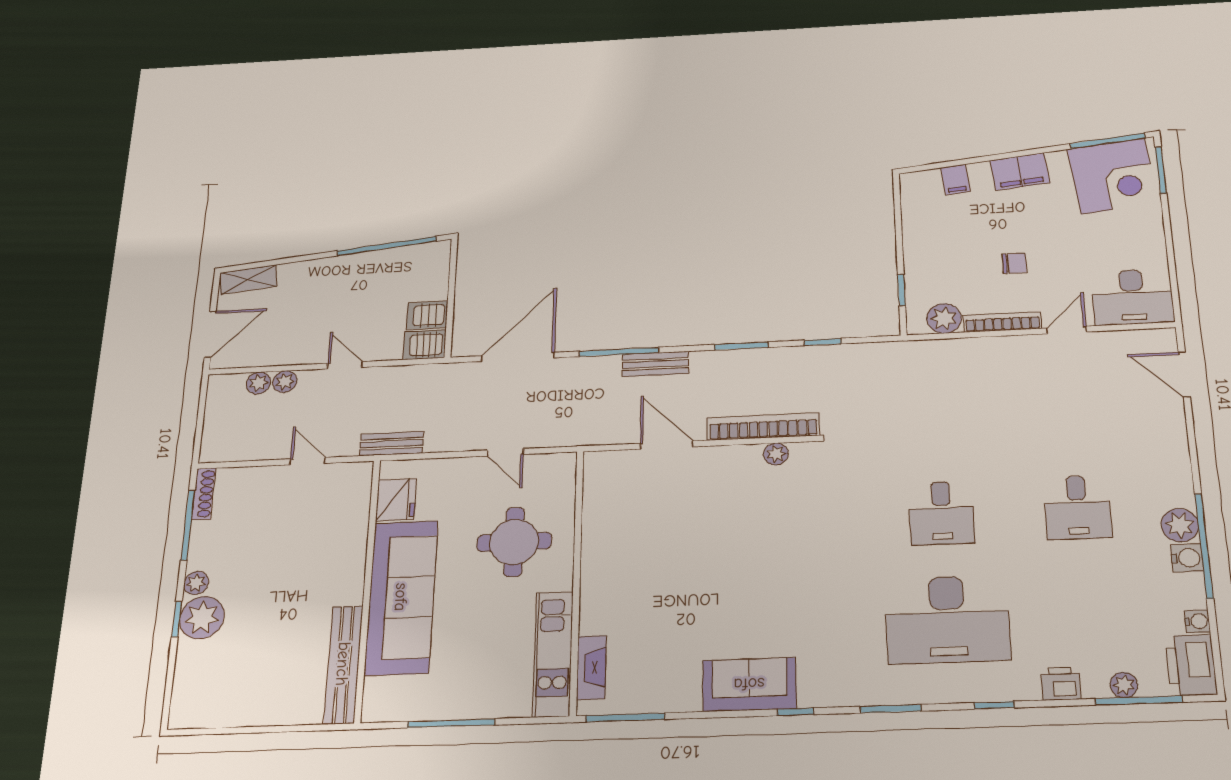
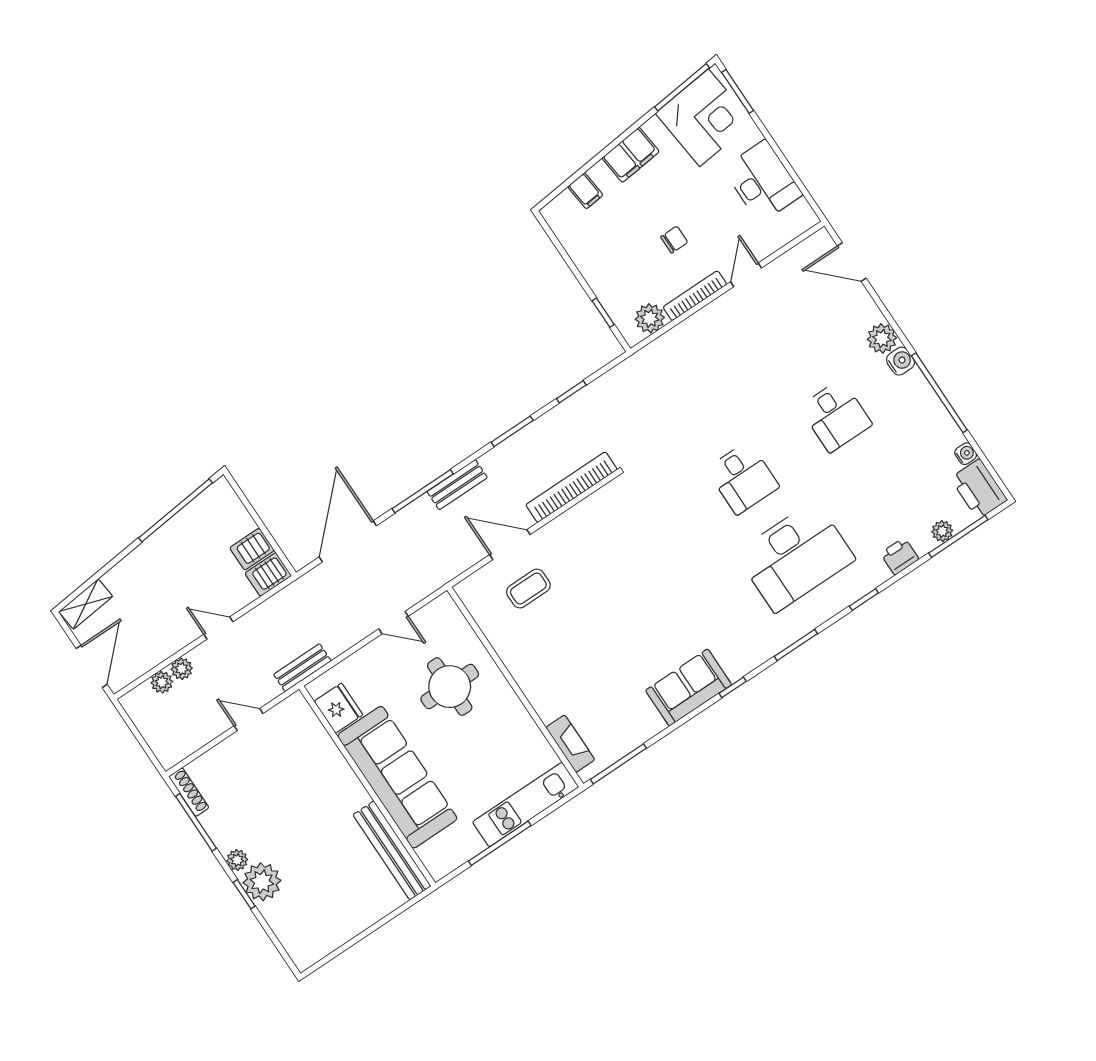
desk: (1132, 297) -> (763, 181), moved, turned -90
plant: (776, 454) -> (595, 503), removed
coffee table: (656, 495) -> (528, 589), added
plant: (1180, 525) -> (882, 339), moved
water cooler: (1187, 558) -> (900, 361), moved
kitchen unit: (553, 654) -> (526, 804), moved, turned 90

